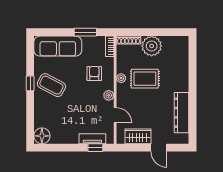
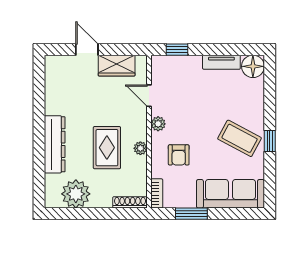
plant: (152, 46) -> (76, 194), moved
rug: (145, 79) -> (107, 148), turned 90
dresser: (182, 113) -> (55, 144), moved
tv unit: (92, 139) -> (221, 62), moved

